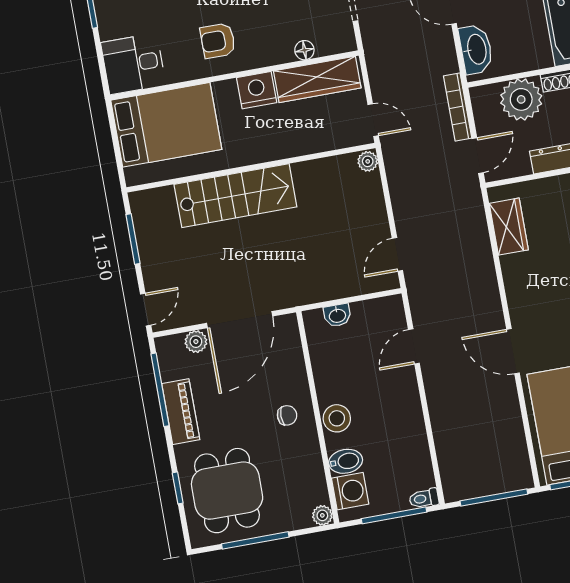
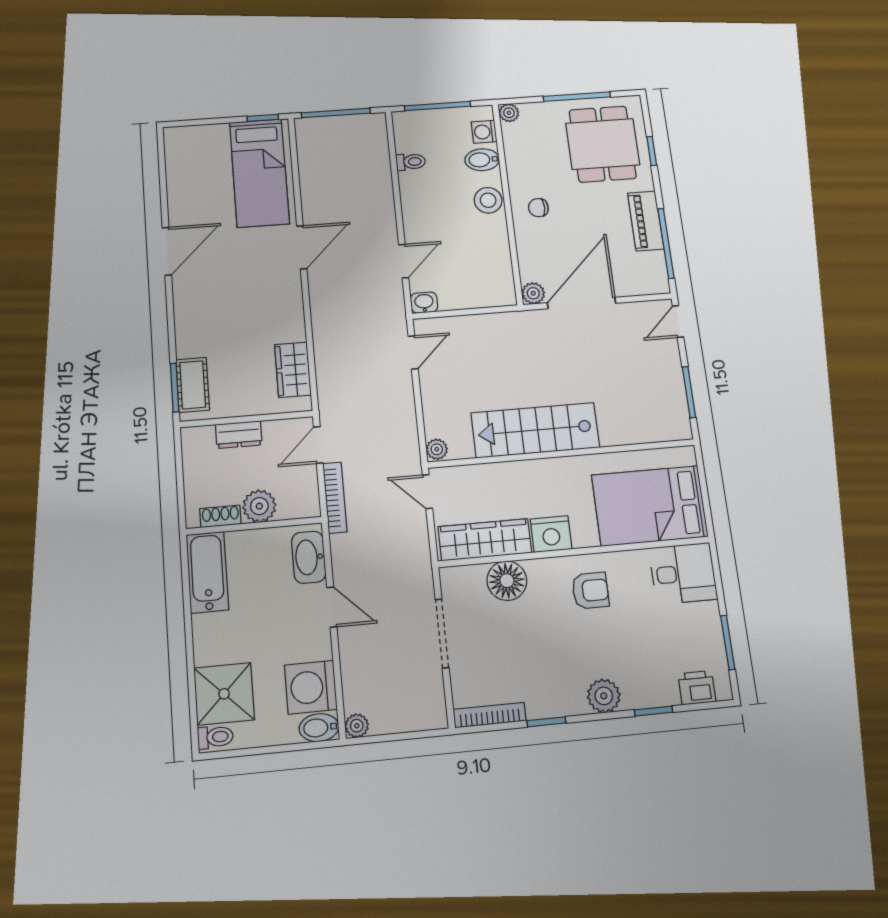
floor lamp: (304, 50) -> (507, 581), width x1.89, depth x1.89
plant: (521, 99) -> (259, 506), width x0.73, depth x0.73
stairs: (235, 196) -> (535, 430), moved
washbasin: (337, 315) -> (424, 303), moved
plant: (196, 342) -> (533, 293), moved
door: (513, 351) -> (302, 247), hinge flipped
washing machine: (350, 491) -> (484, 132), width x0.73, depth x0.73
toilet: (424, 498) -> (411, 162), moved

